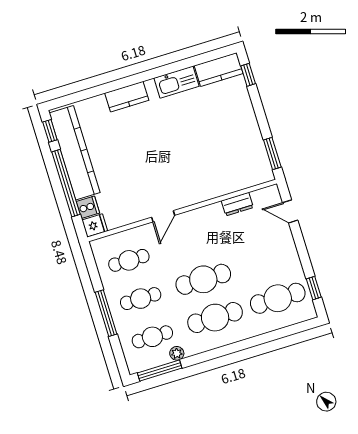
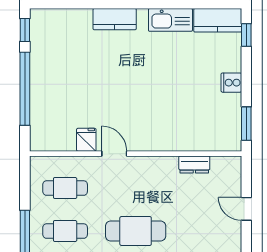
kitchen counter: (75, 153) -> (43, 60), removed
cooker: (88, 207) -> (231, 83), moved, turned 180
door: (290, 211) -> (246, 209), moved
door: (163, 216) -> (114, 154), swing flipped
fridge: (95, 225) -> (86, 140), moved, turned -90

